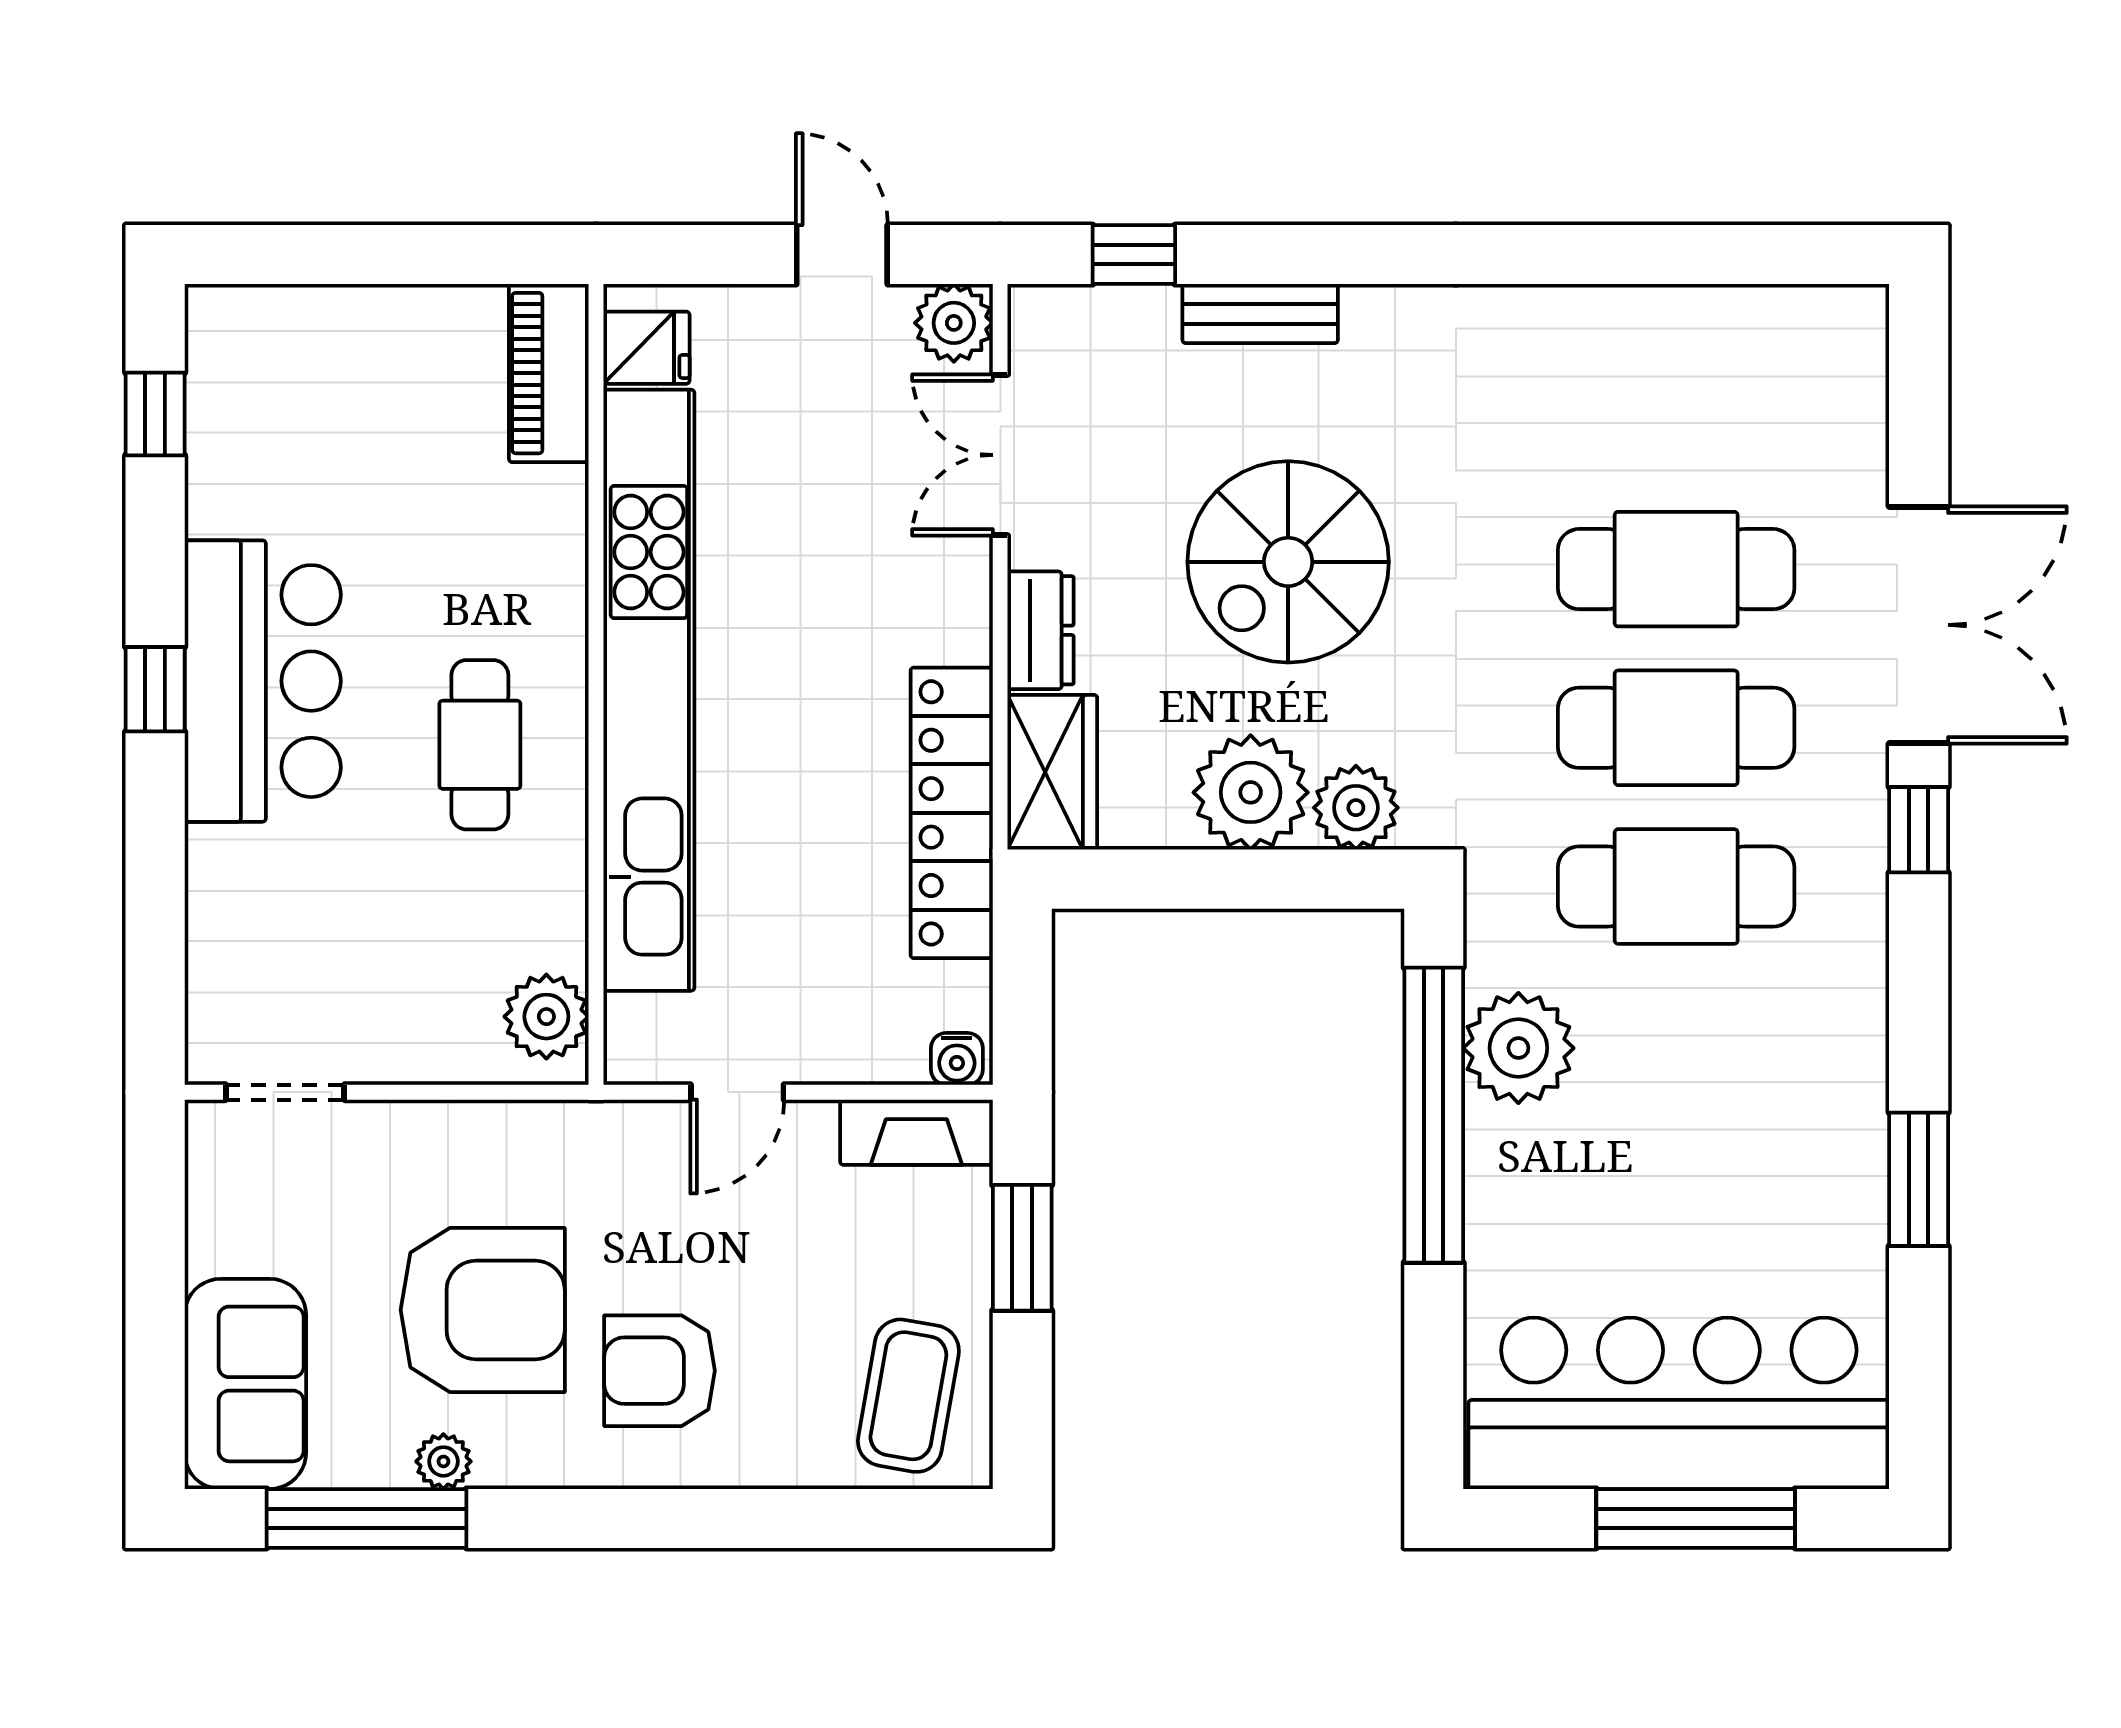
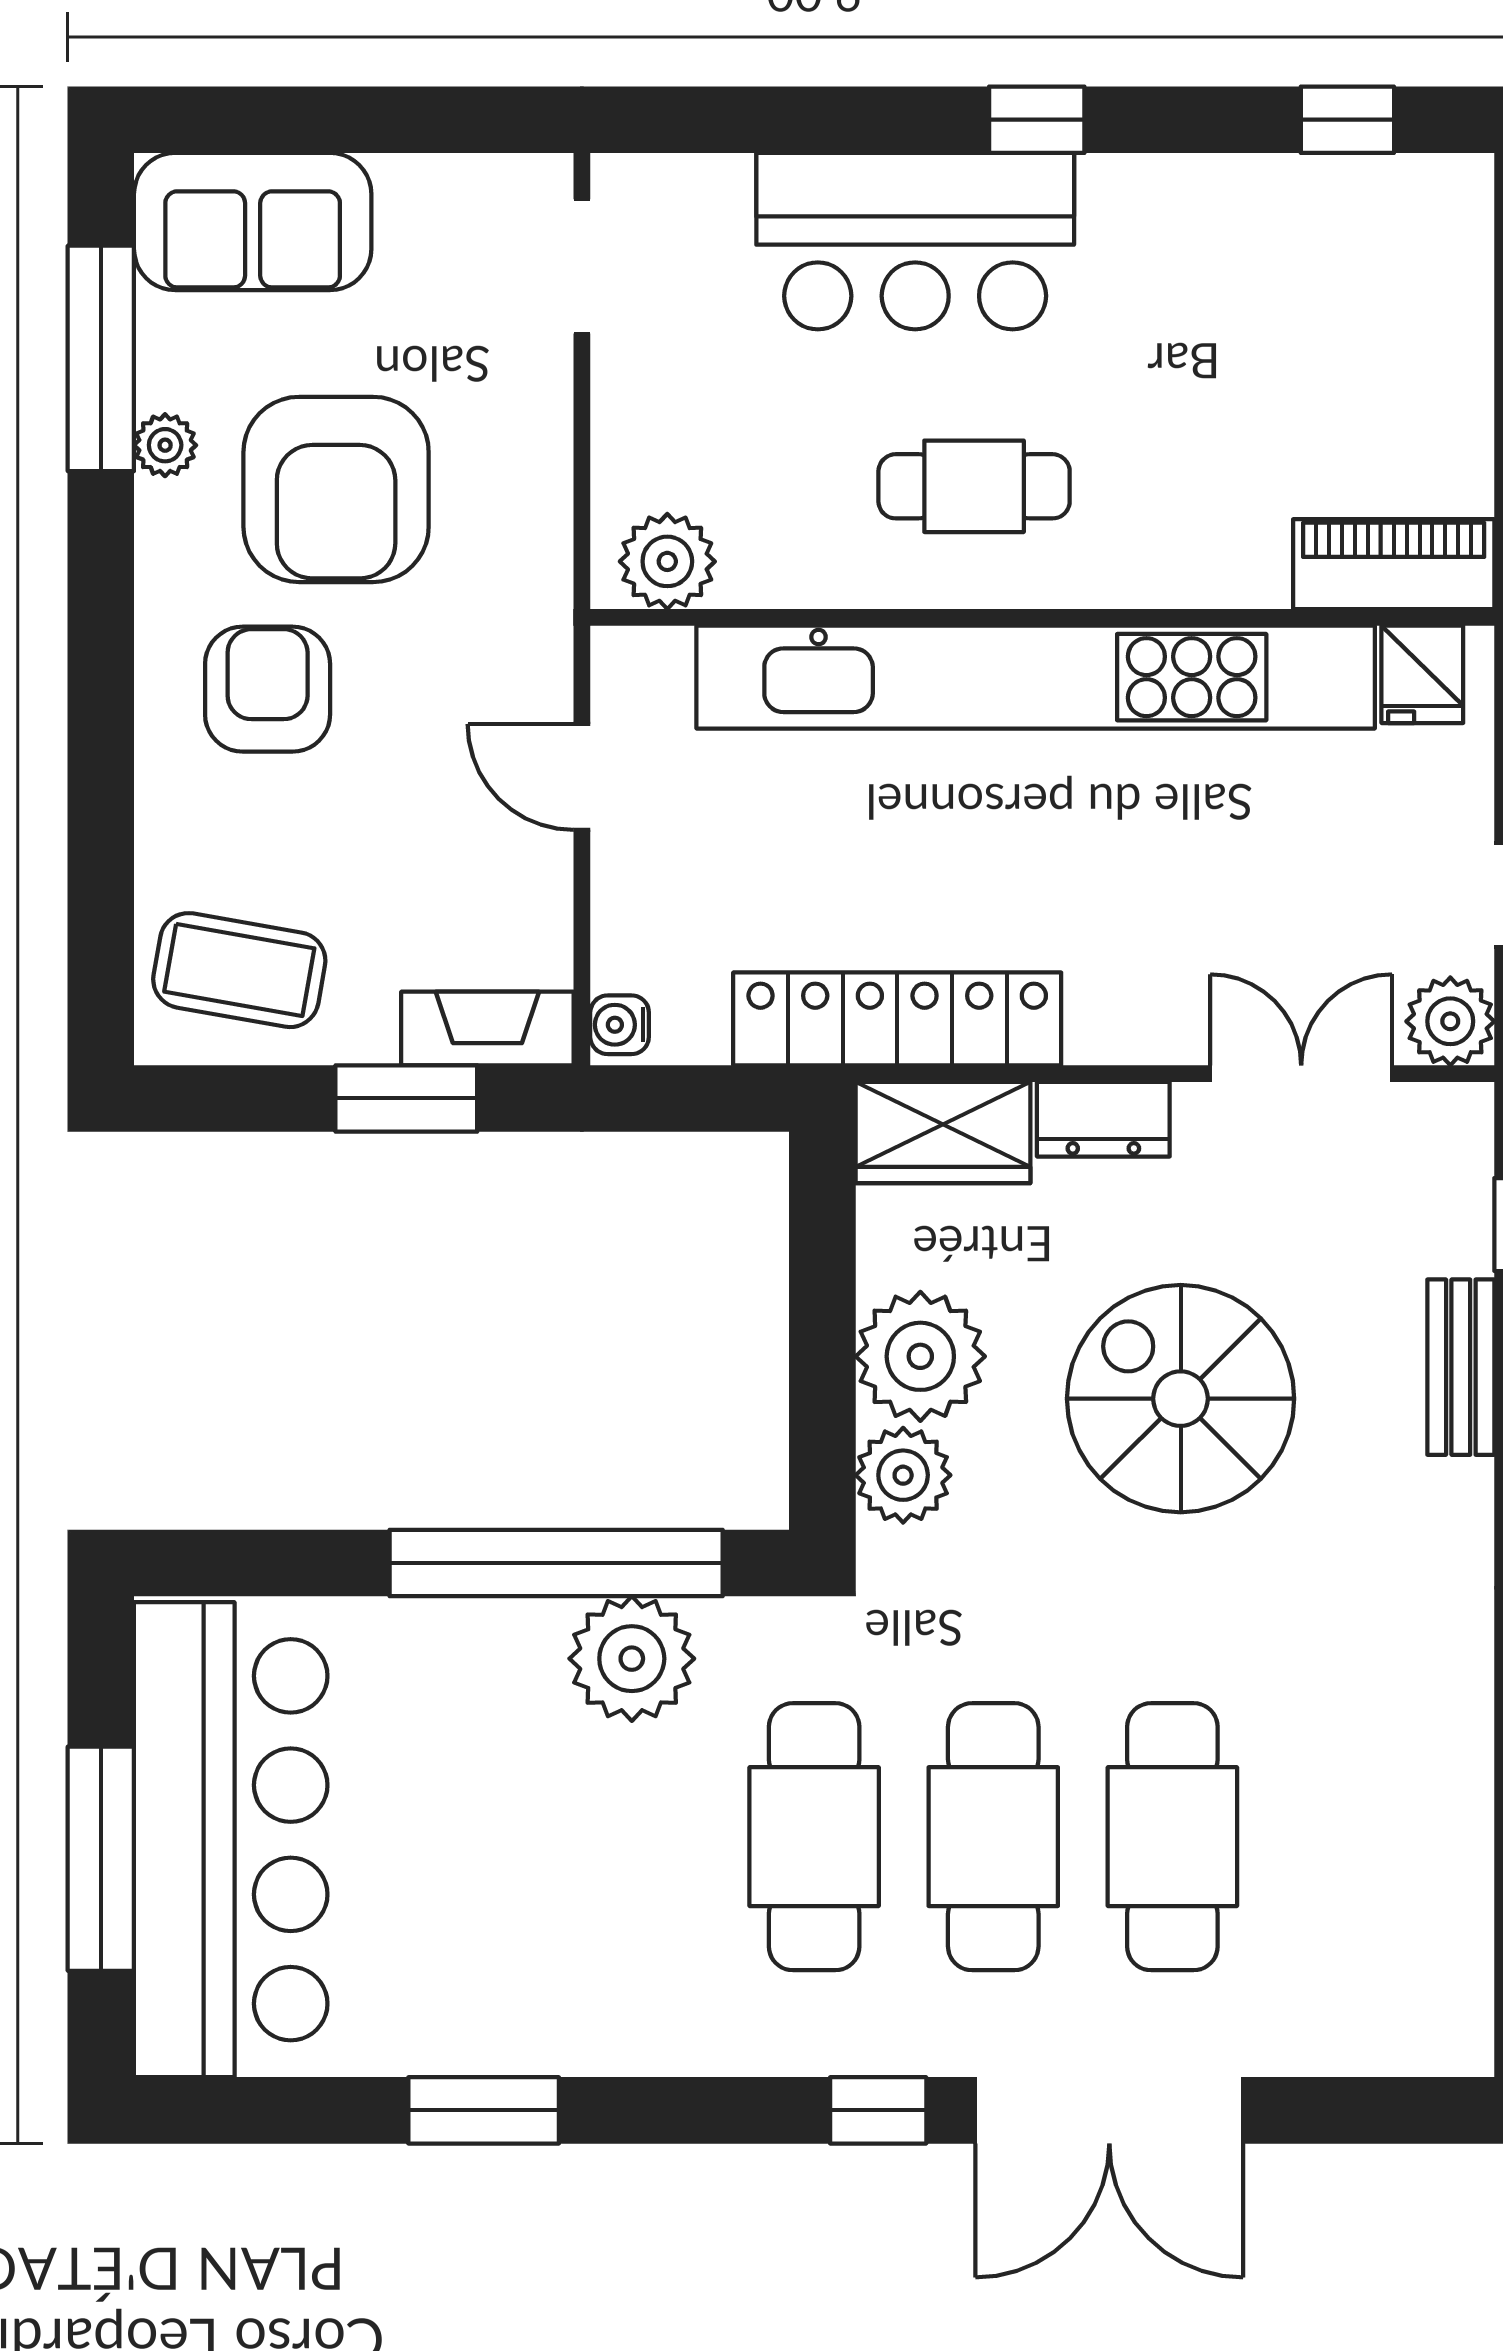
bar counter: (263, 681) -> (915, 241), moved
fireplace: (916, 1132) -> (487, 1028), moved, turned 90

